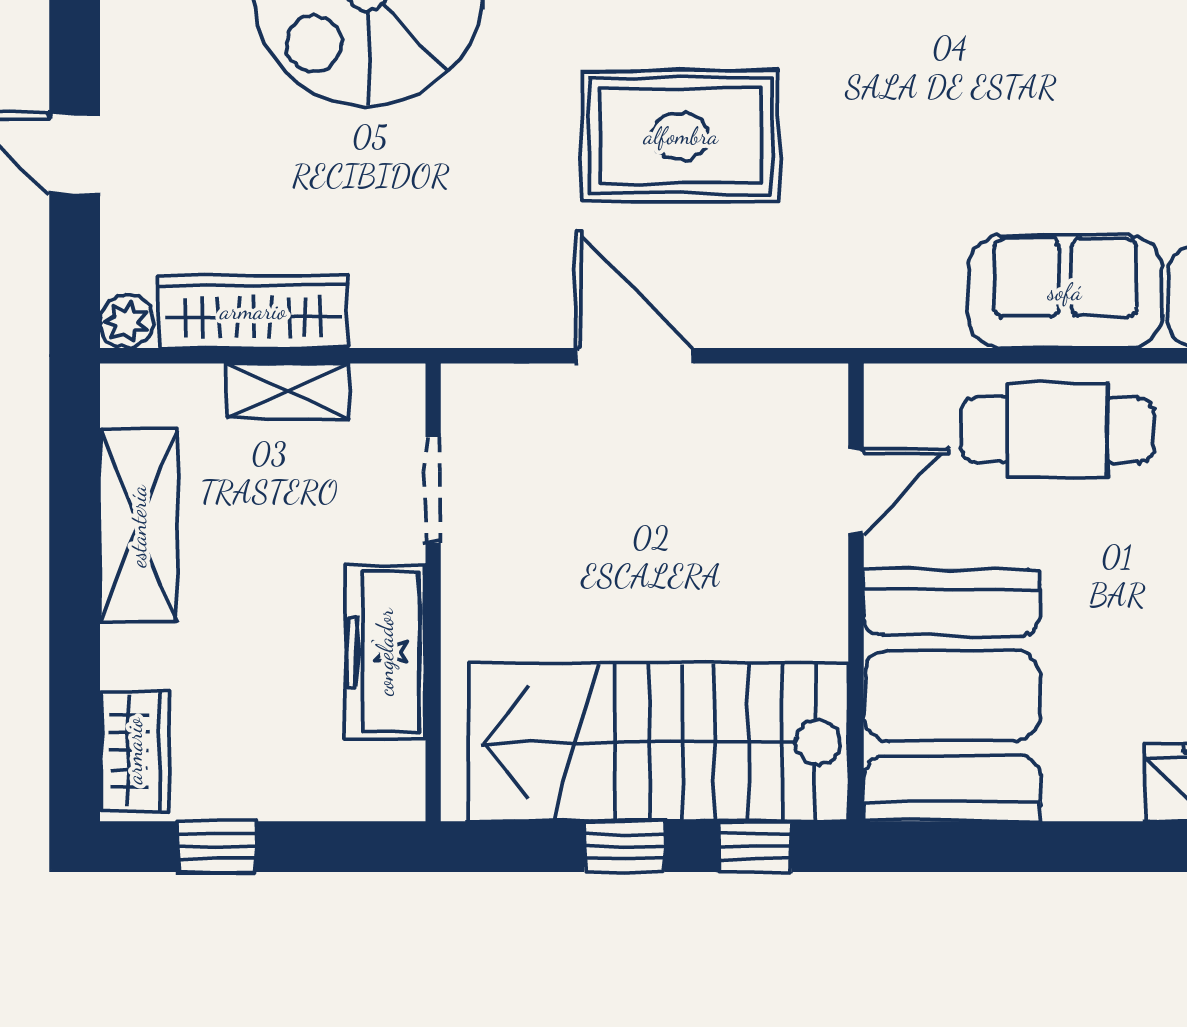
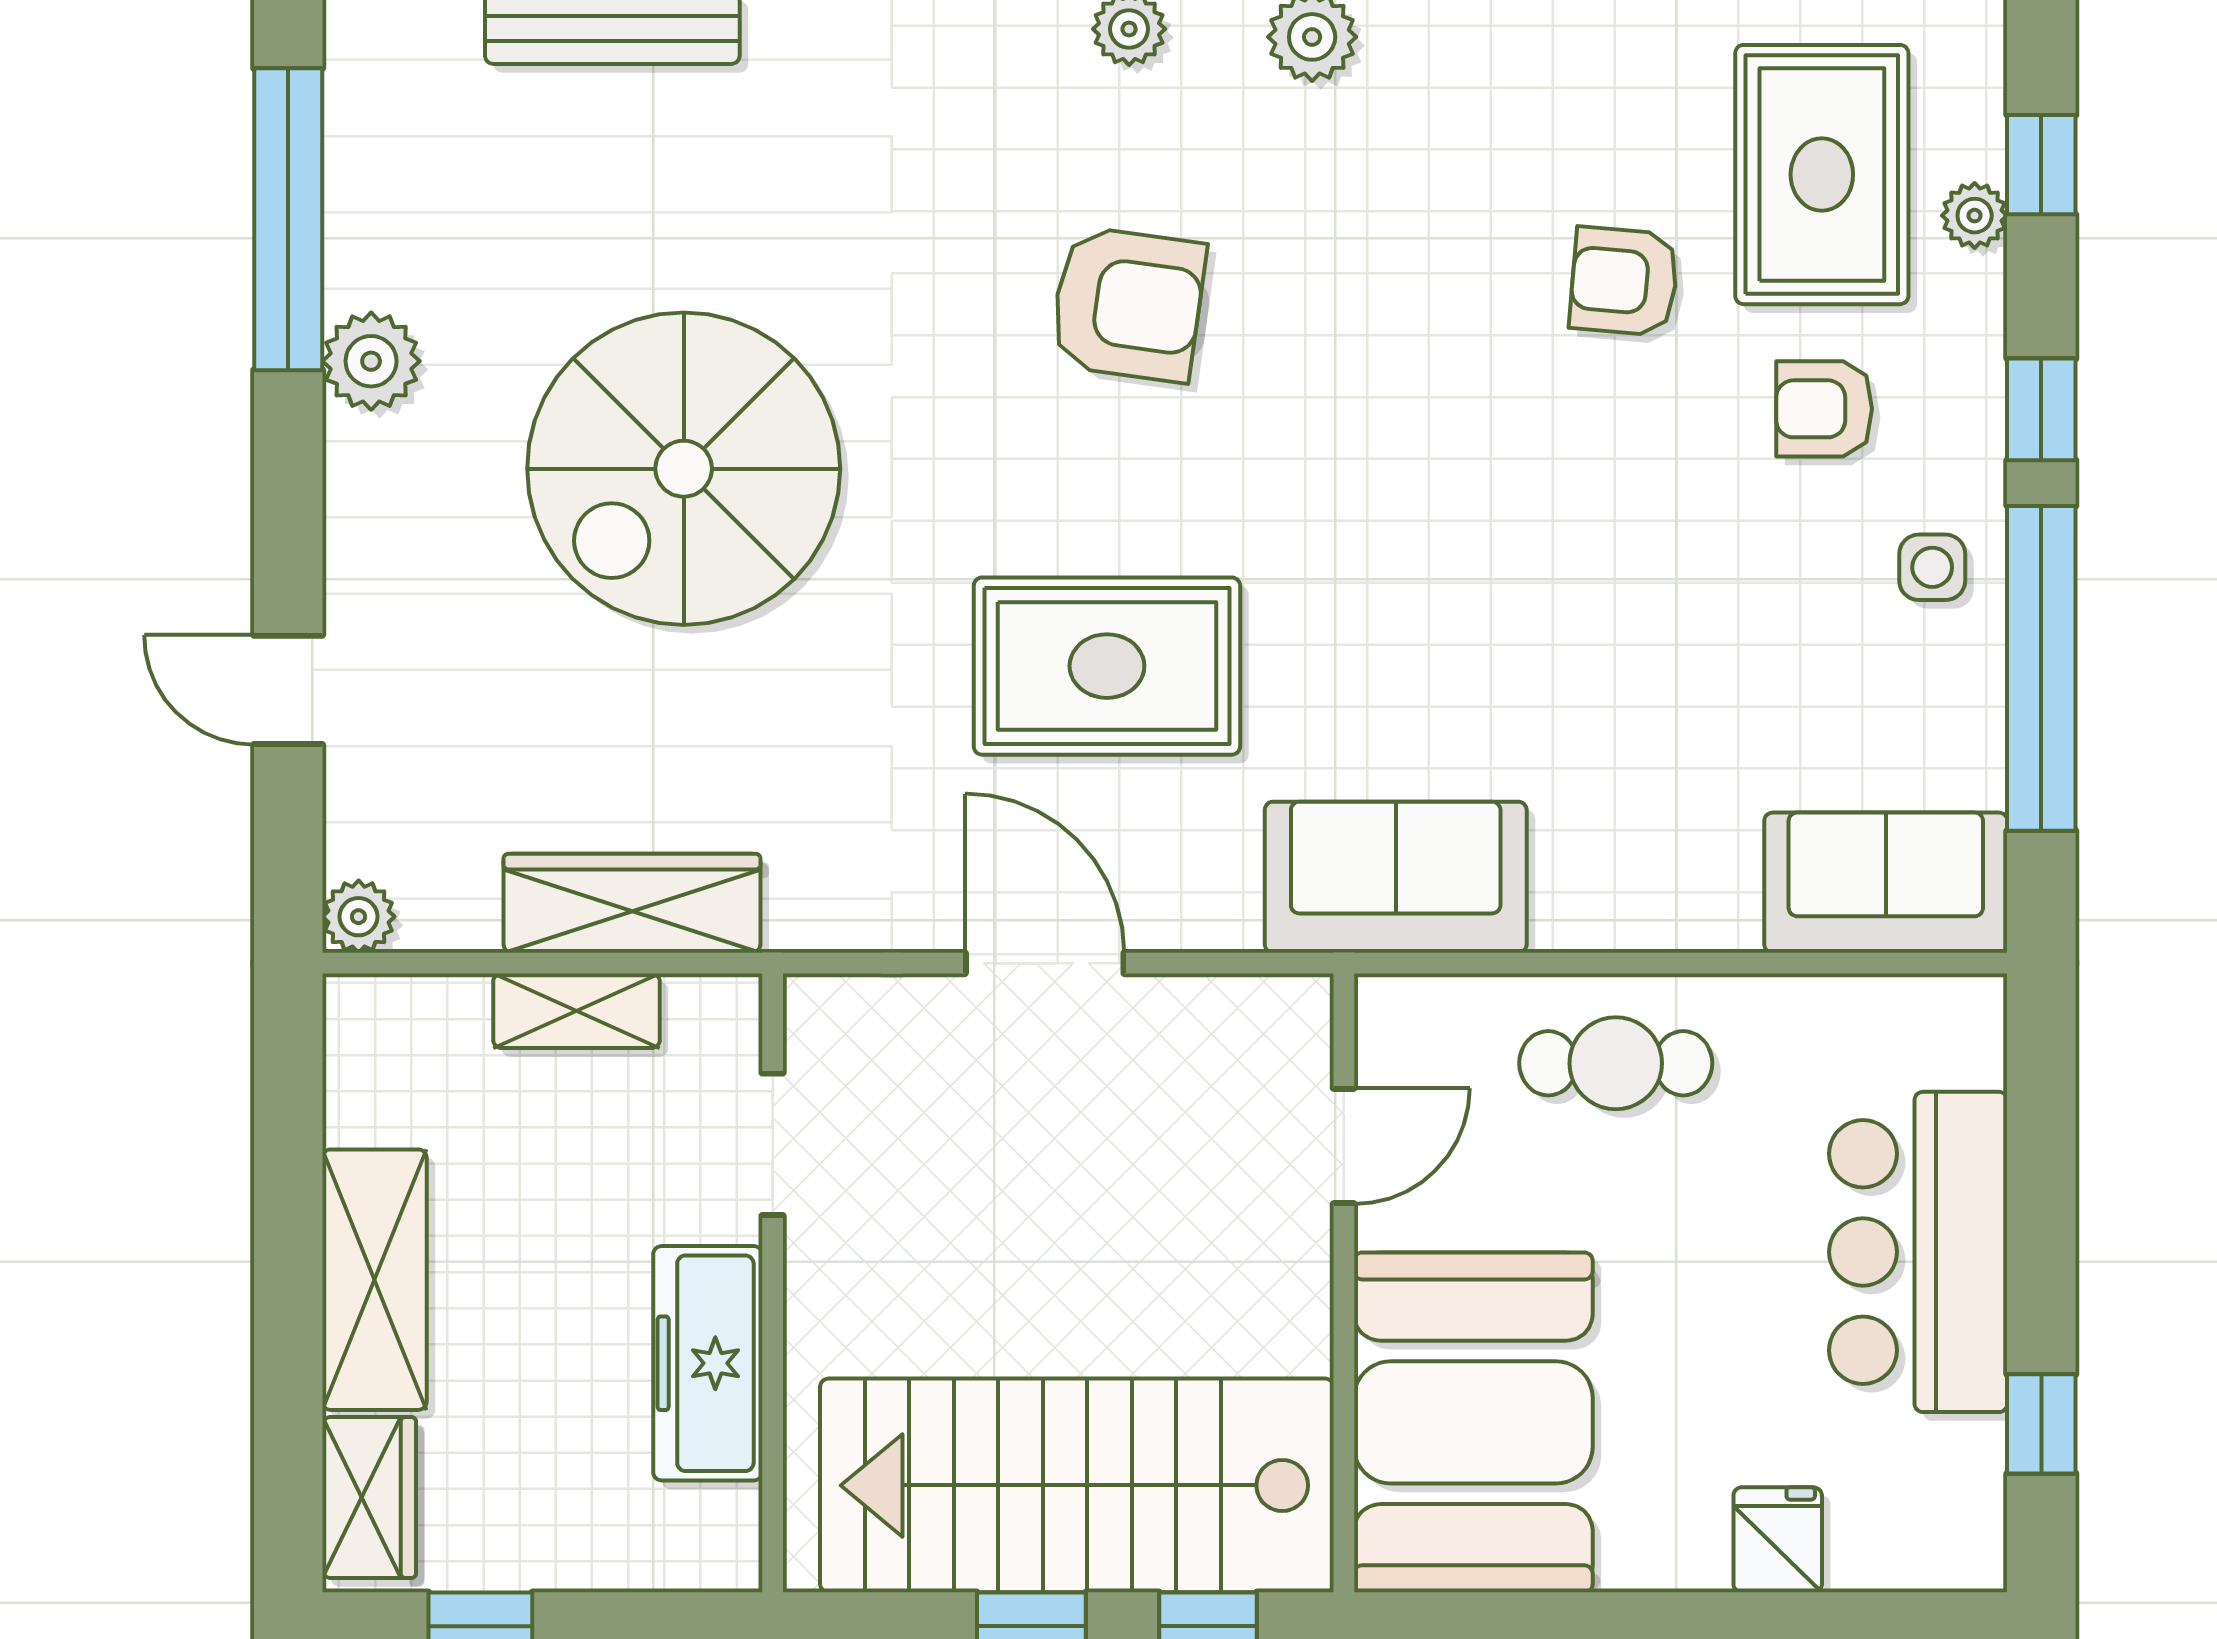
sofa: (1065, 292) -> (1396, 877), moved
wardrobe: (253, 311) -> (632, 903), moved
cafe table: (1057, 430) -> (1616, 1063), width x0.73, depth x0.74
shelving: (138, 526) -> (374, 1280), moved

